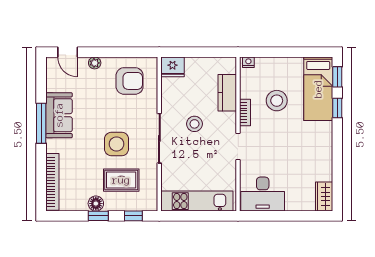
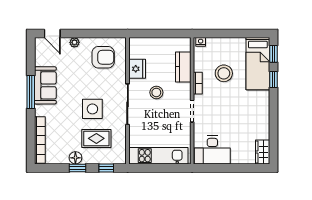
fridge: (173, 67) -> (137, 69), moved, turned -90

